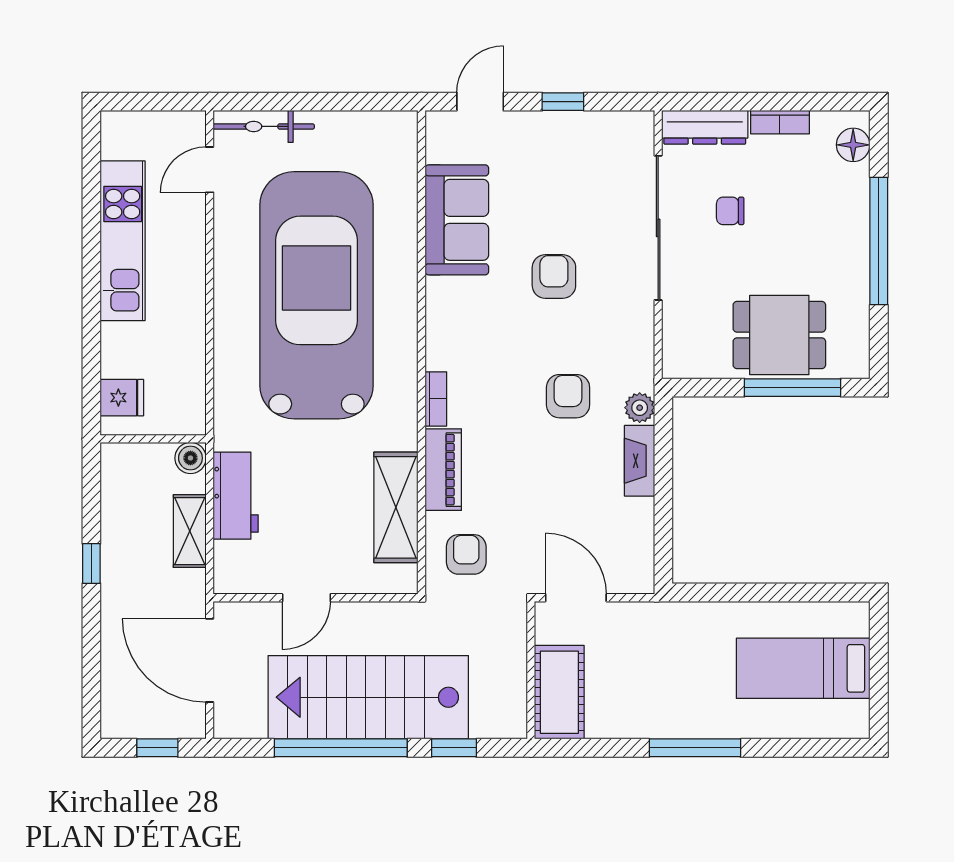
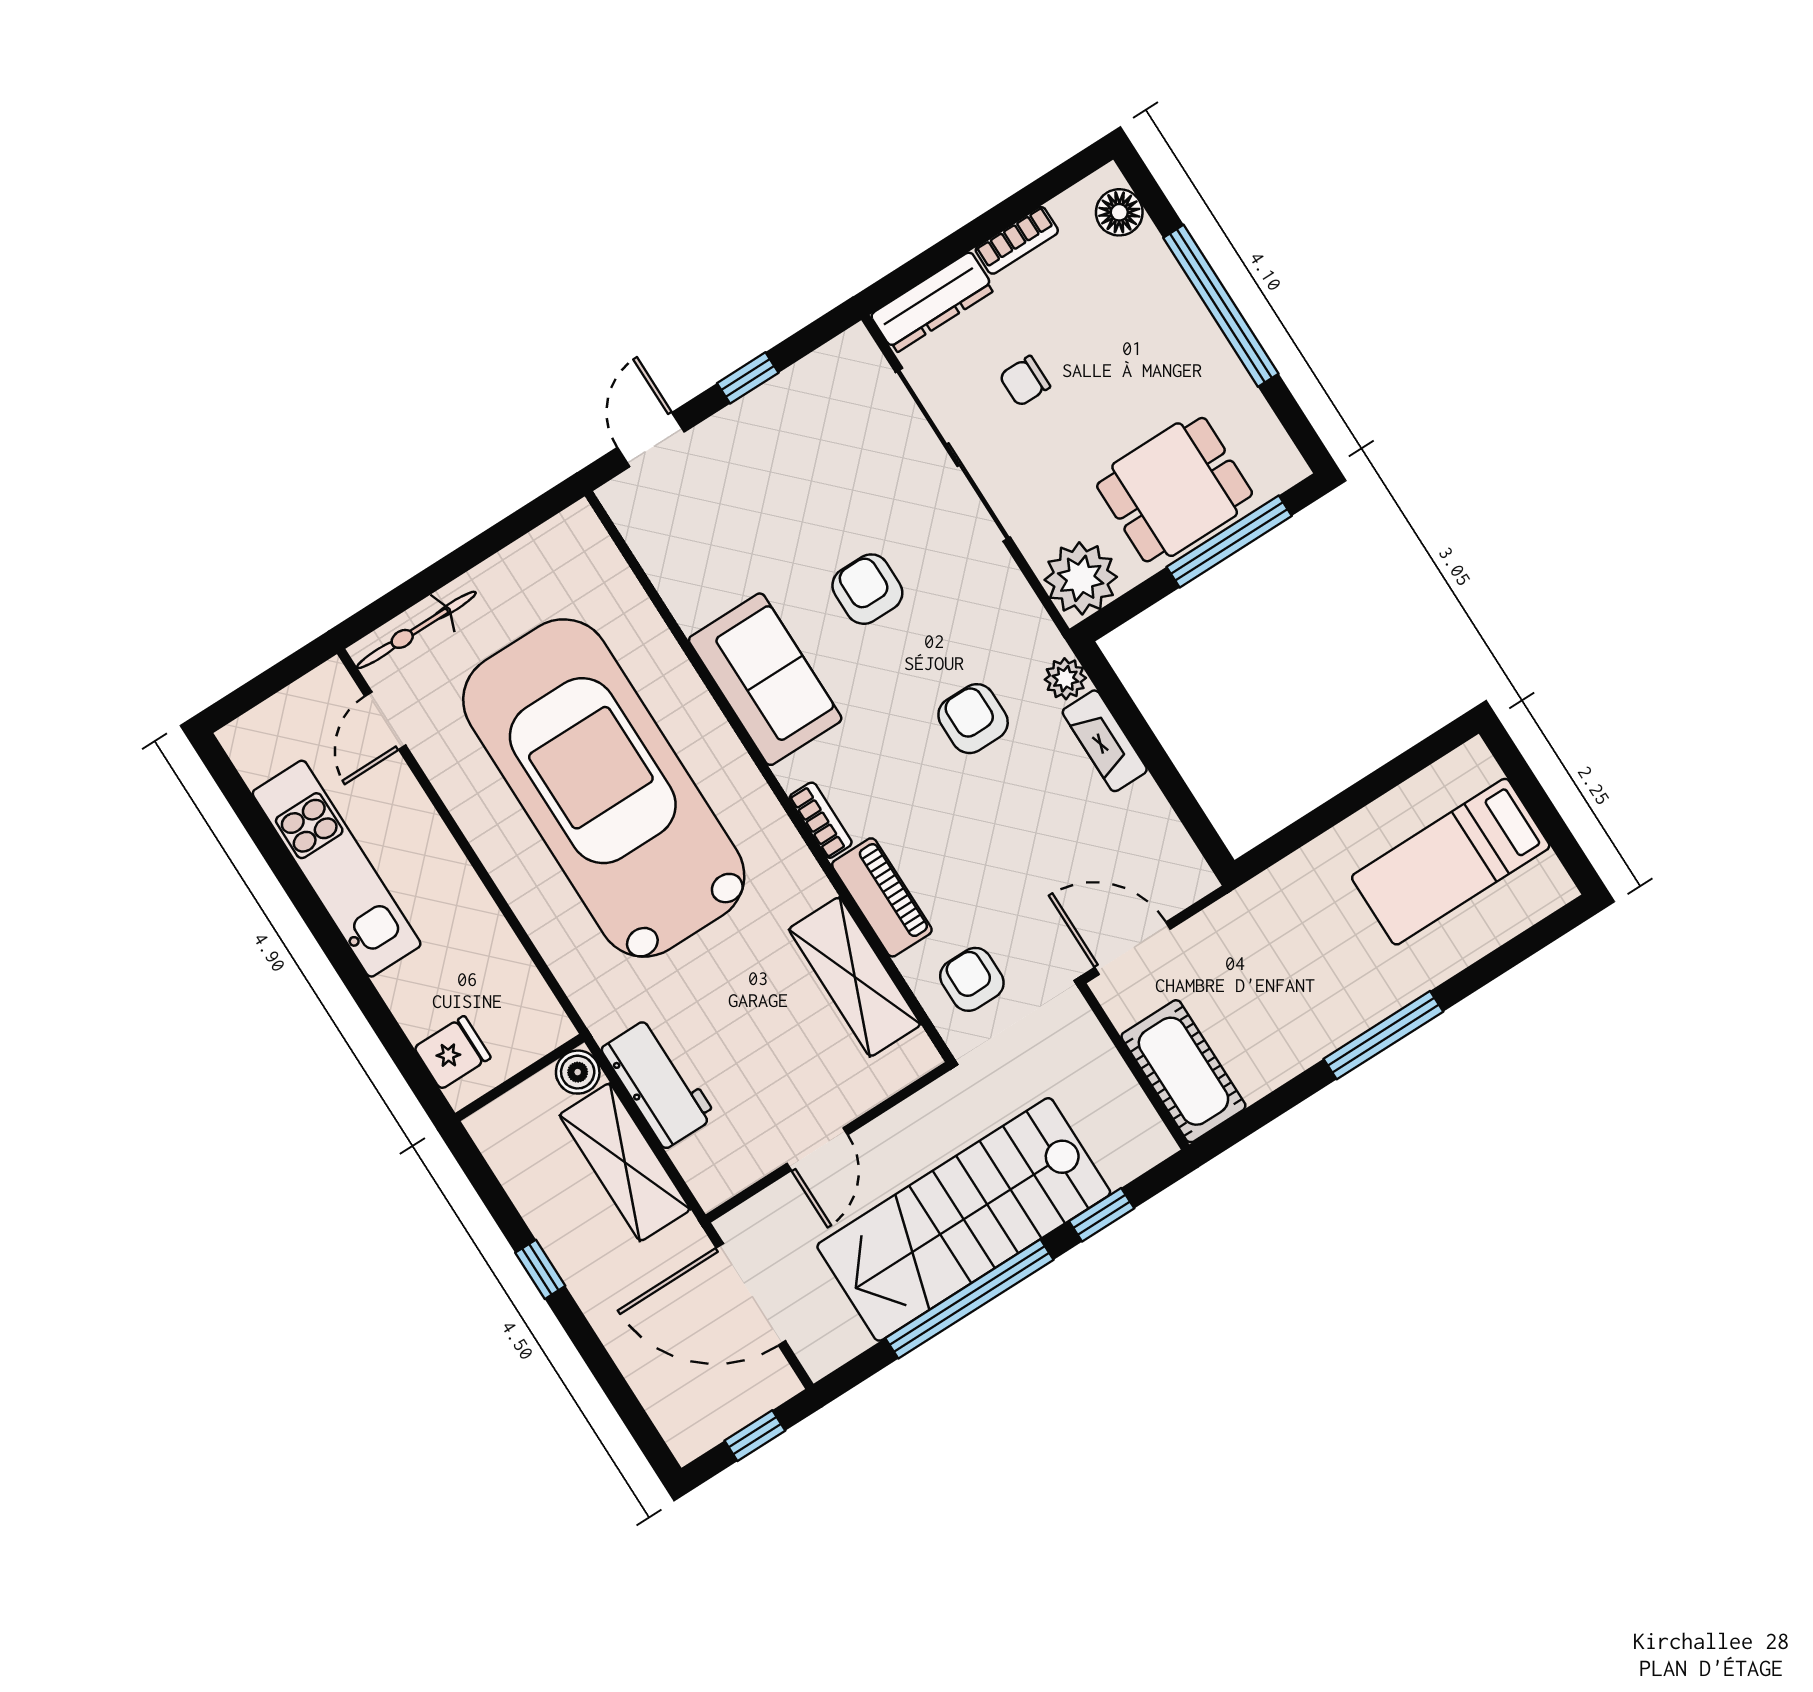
sofa: (457, 220) -> (765, 679), moved
plant: (688, 353) -> (1081, 578), added
shelving: (190, 531) -> (625, 1162), width x1.50, depth x1.33

